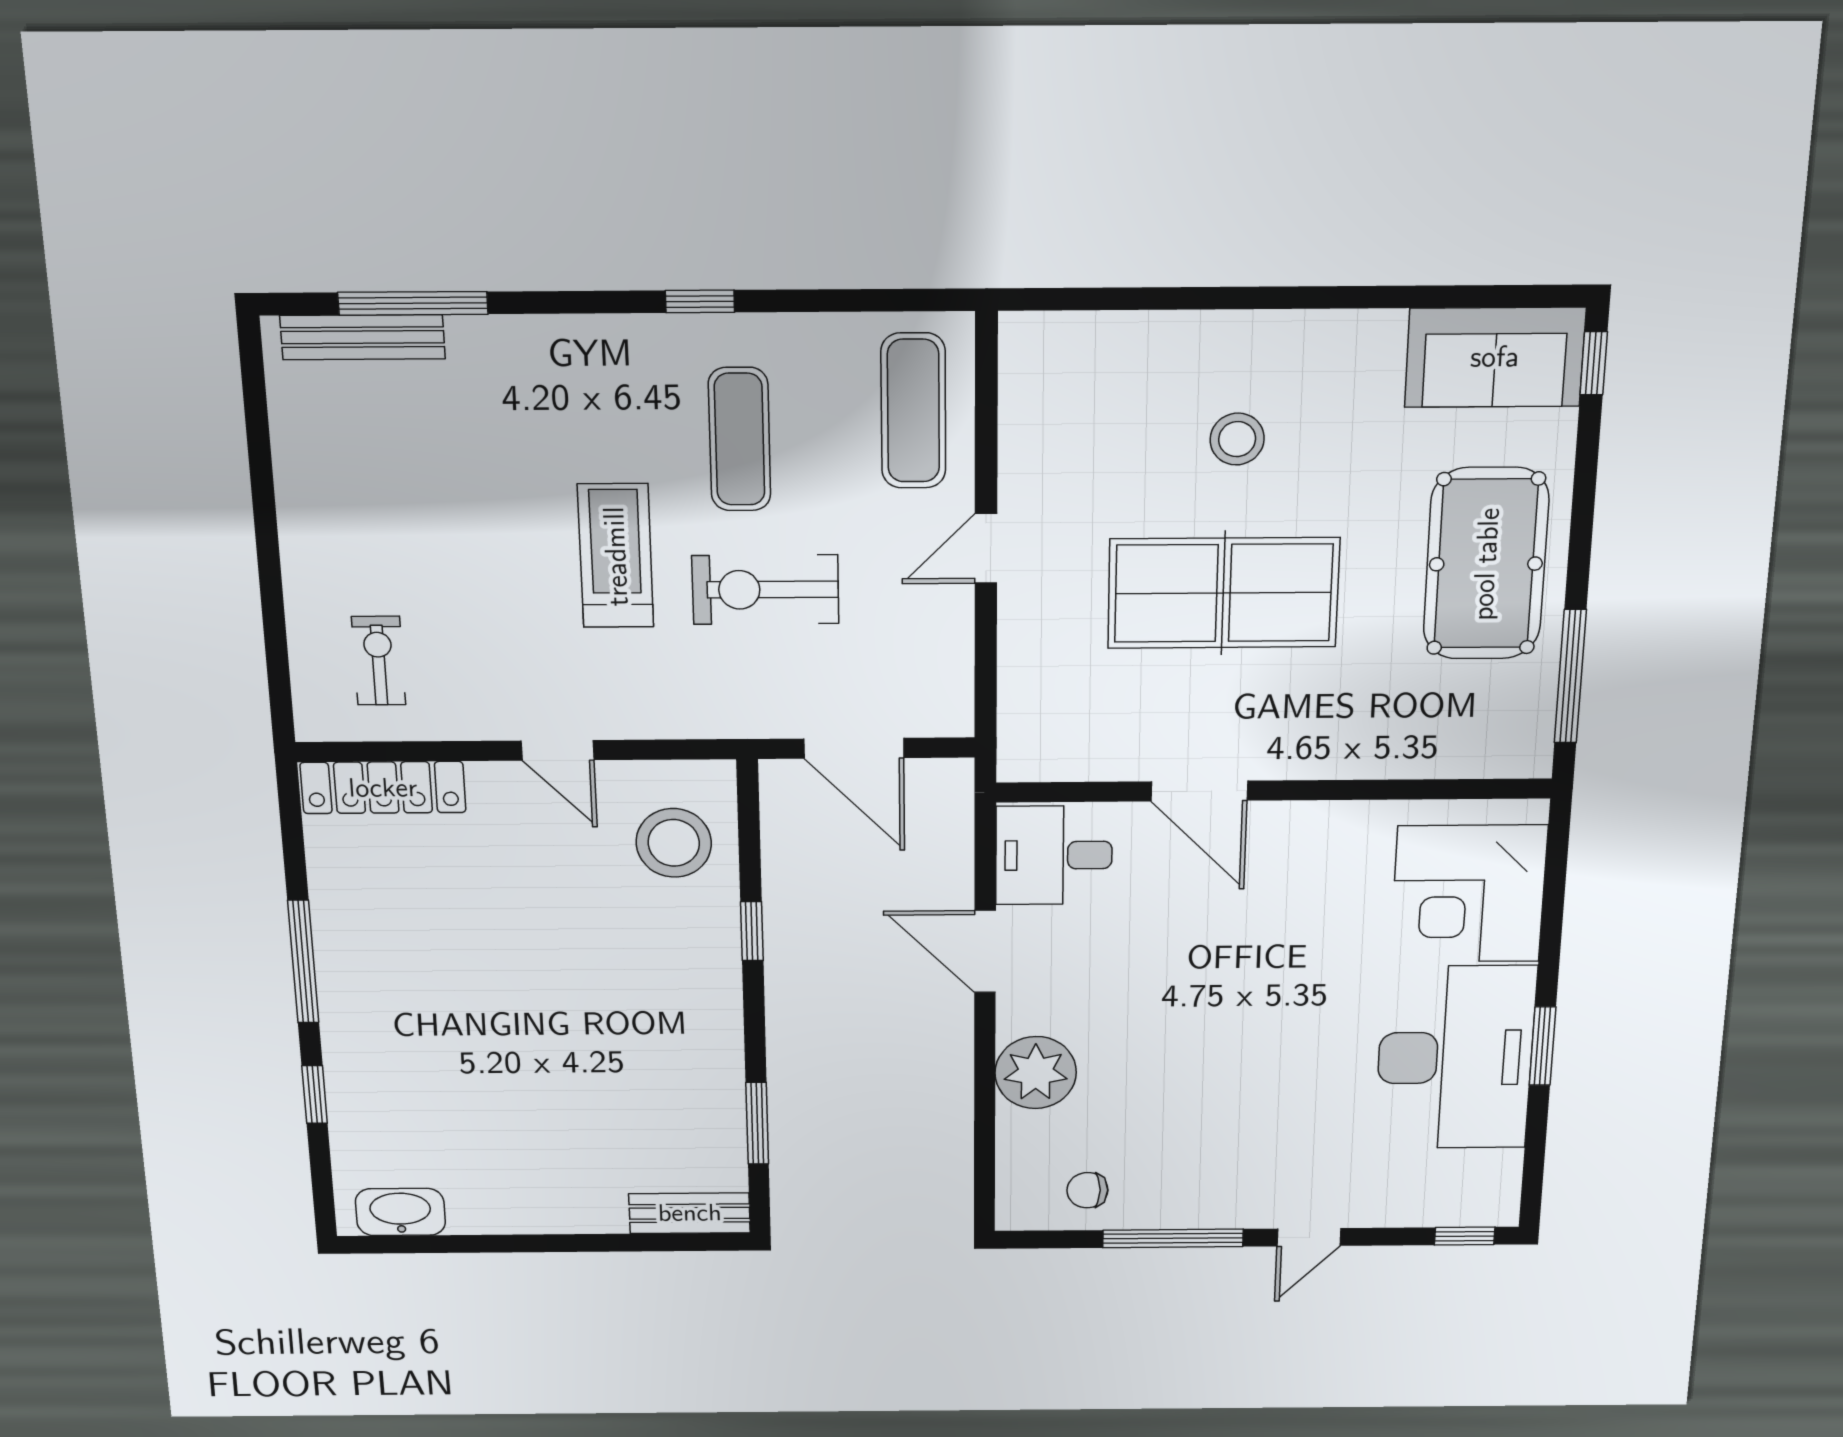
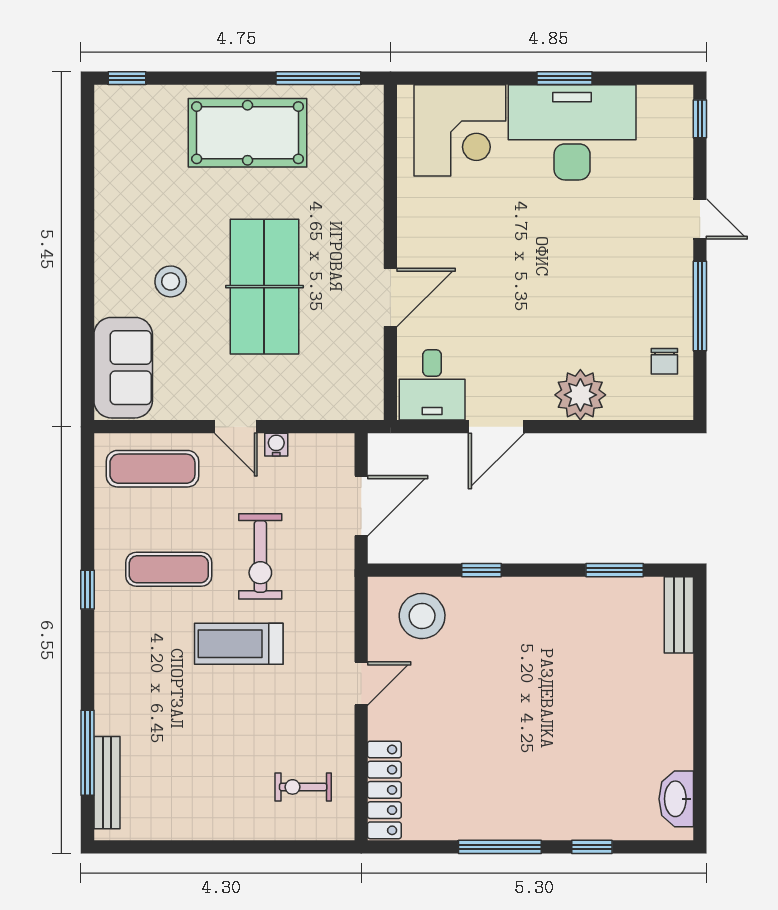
sofa: (1495, 357) -> (123, 368), moved
water cooler: (955, 614) -> (276, 445), added

